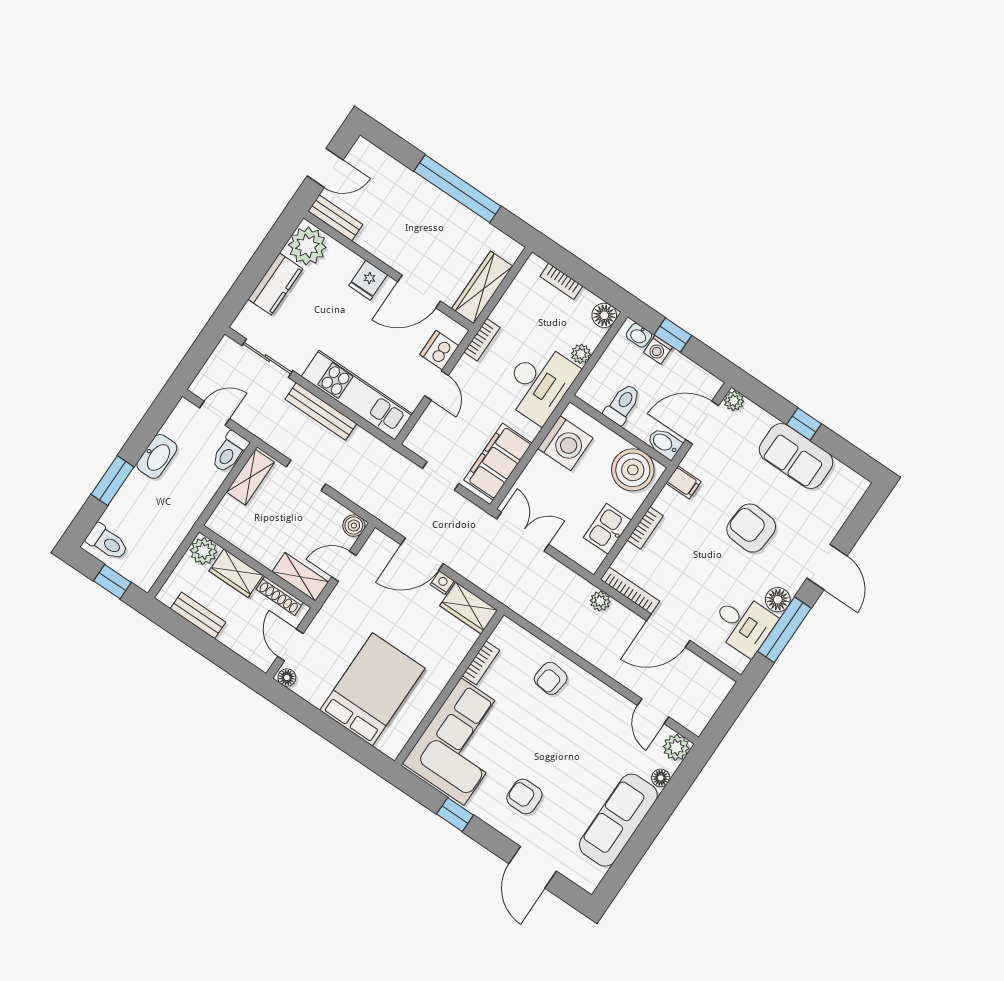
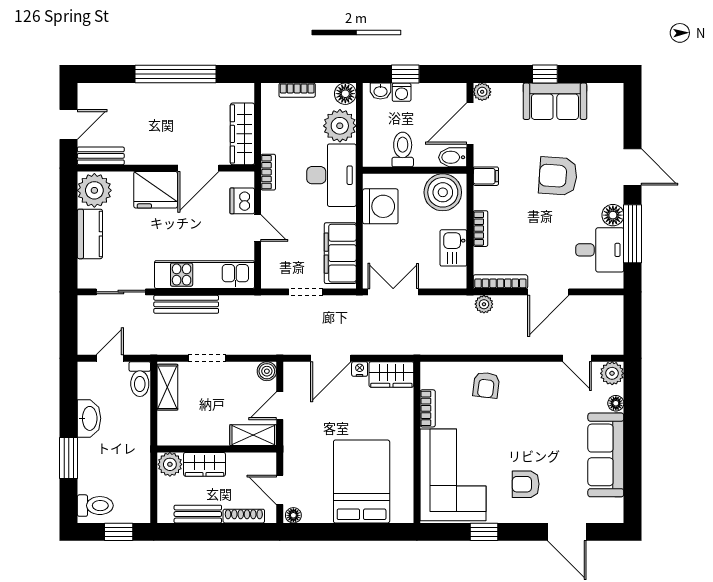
fridge: (368, 280) -> (156, 190), width x1.88, depth x1.34
plant: (581, 354) -> (340, 126), width x1.88, depth x1.88
shoe rack: (280, 596) -> (244, 516), moved, turned 180

